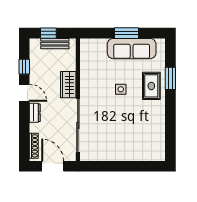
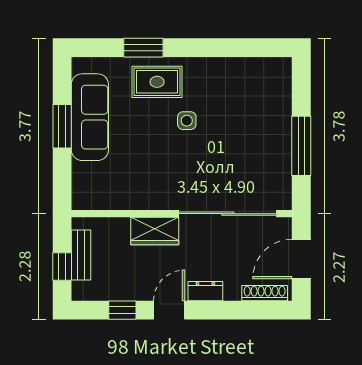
side table: (121, 89) -> (187, 121), moved
window: (116, 166) -> (301, 146), added

